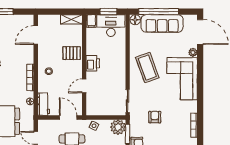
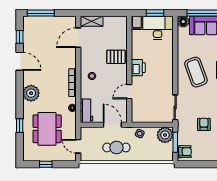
shelving: (71, 19) -> (92, 21), moved

